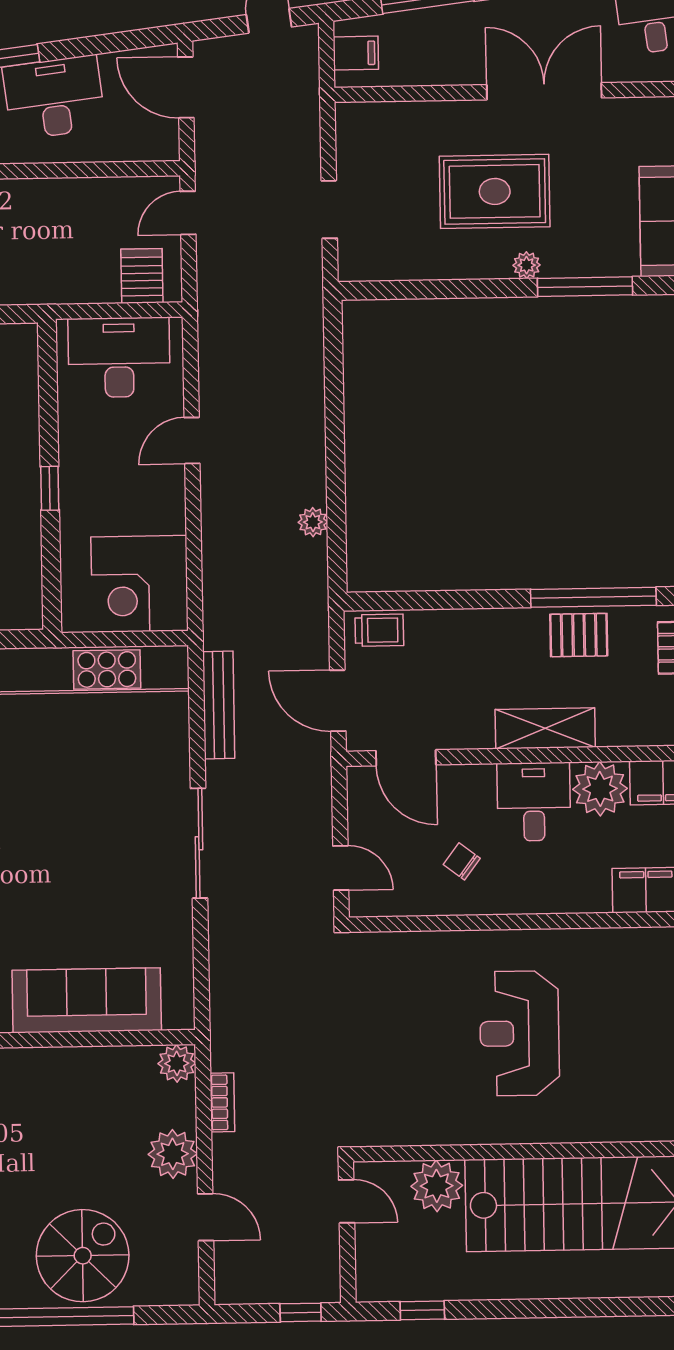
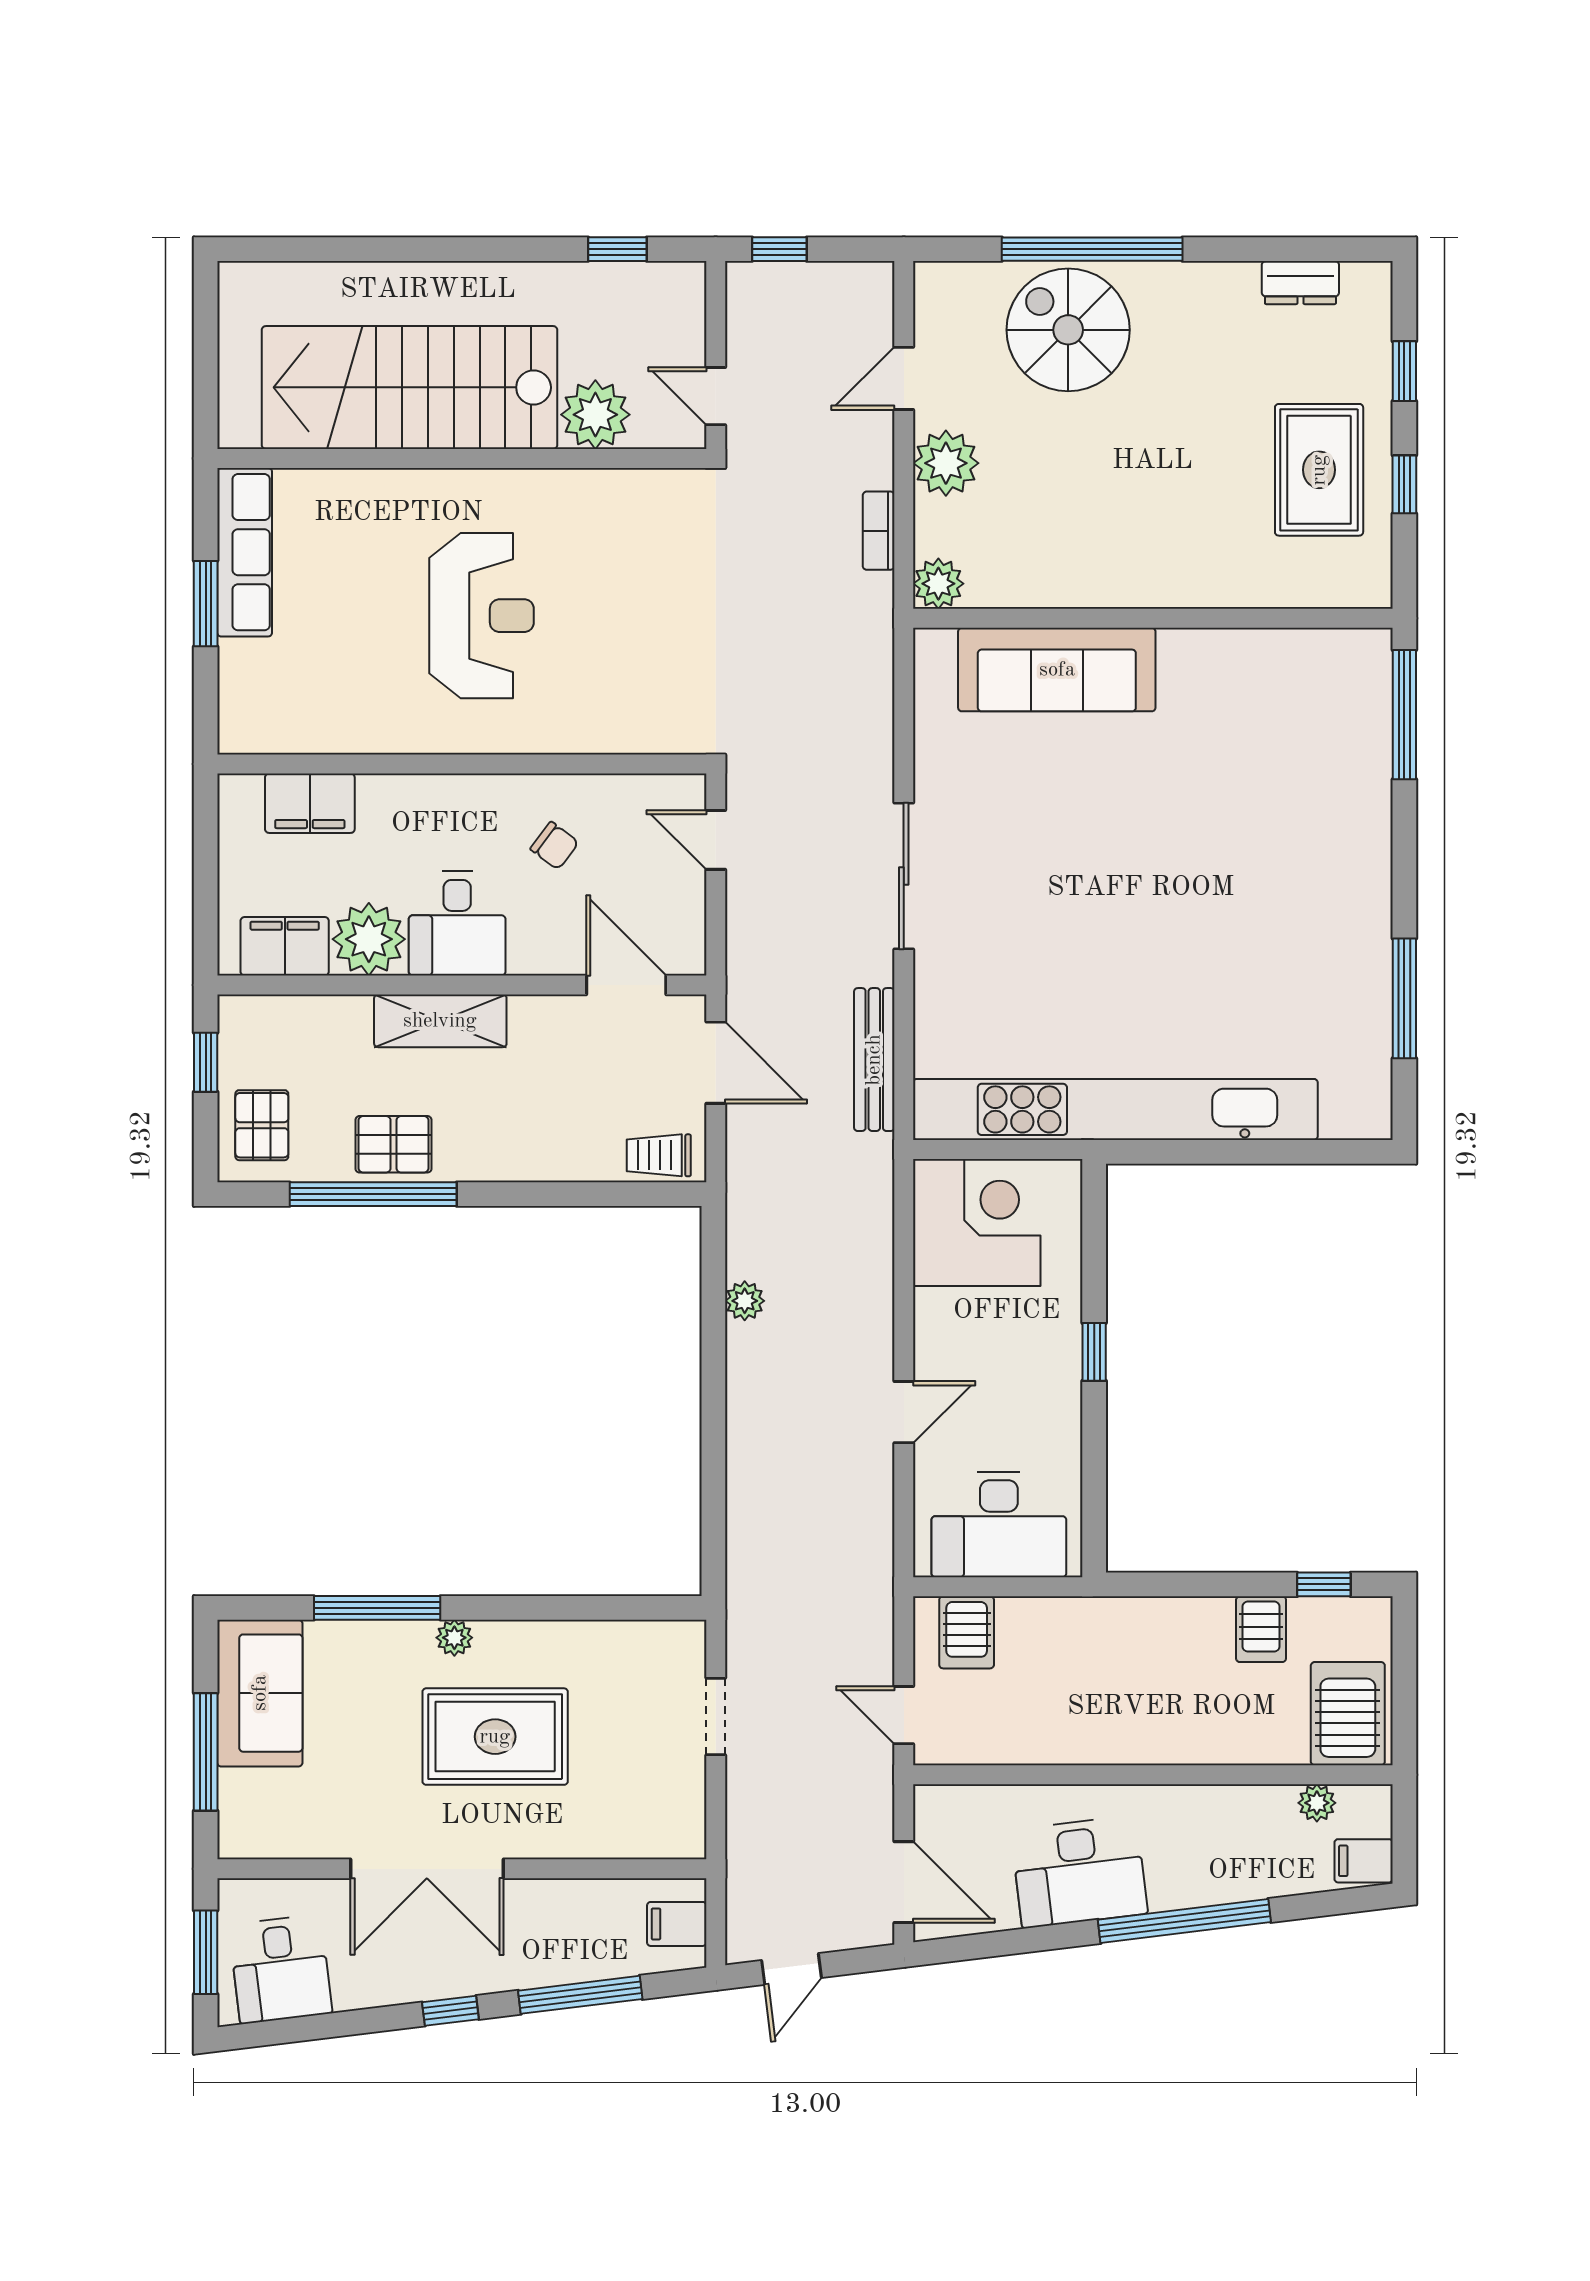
door: (188, 213) -> (904, 1715), swing flipped
door: (206, 1217) -> (904, 378), hinge flipped
spiral stairs: (83, 1256) -> (1068, 330), turned 90

